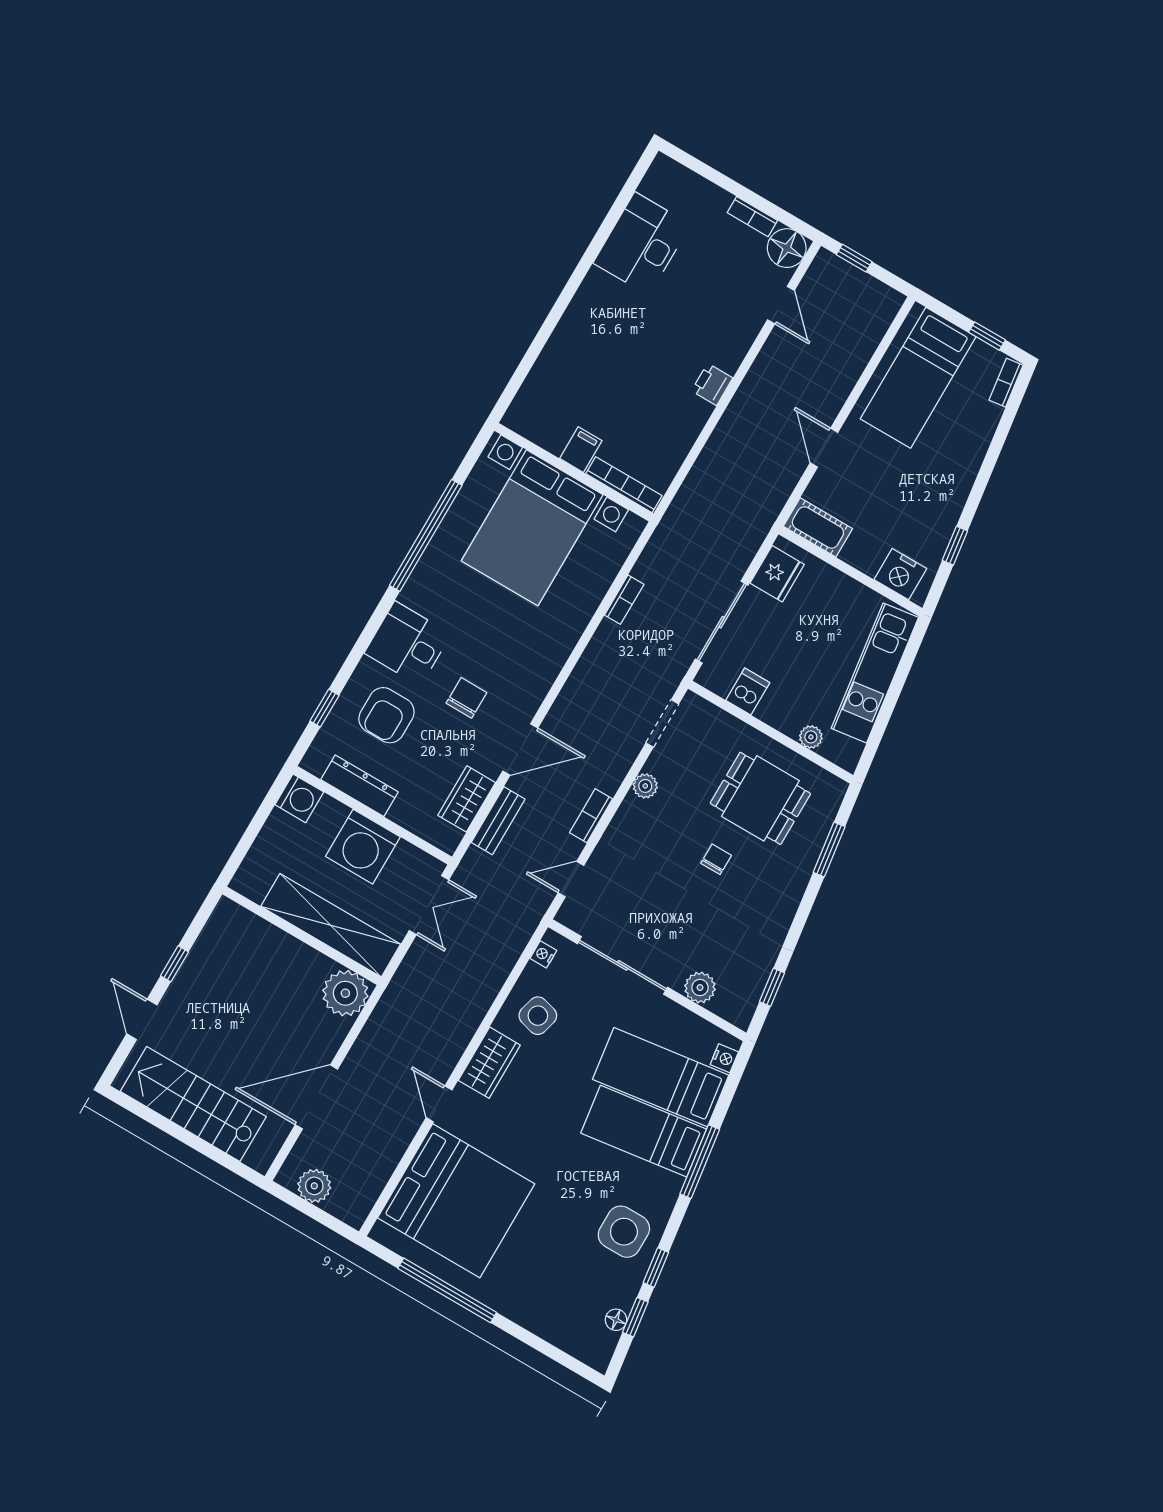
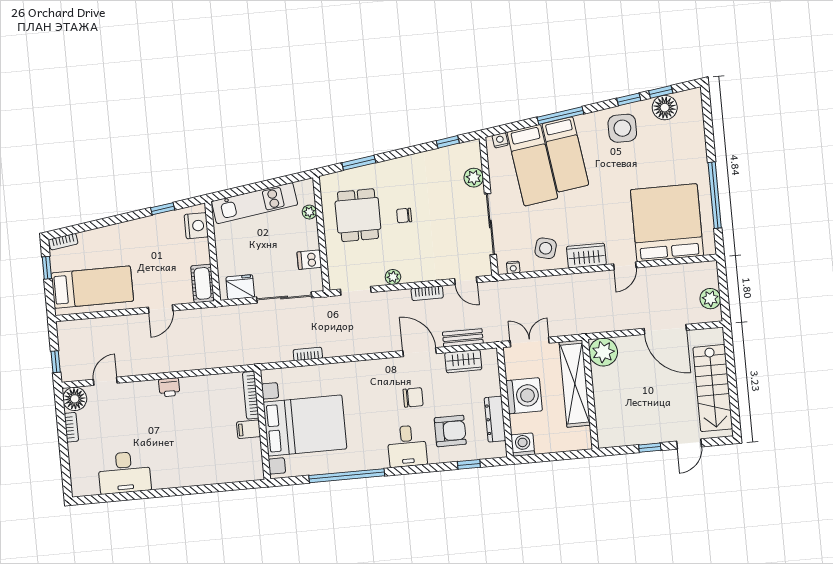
chair: (466, 698) -> (413, 397), turned 180
floor lamp: (616, 1320) -> (665, 108), width x1.89, depth x1.89

